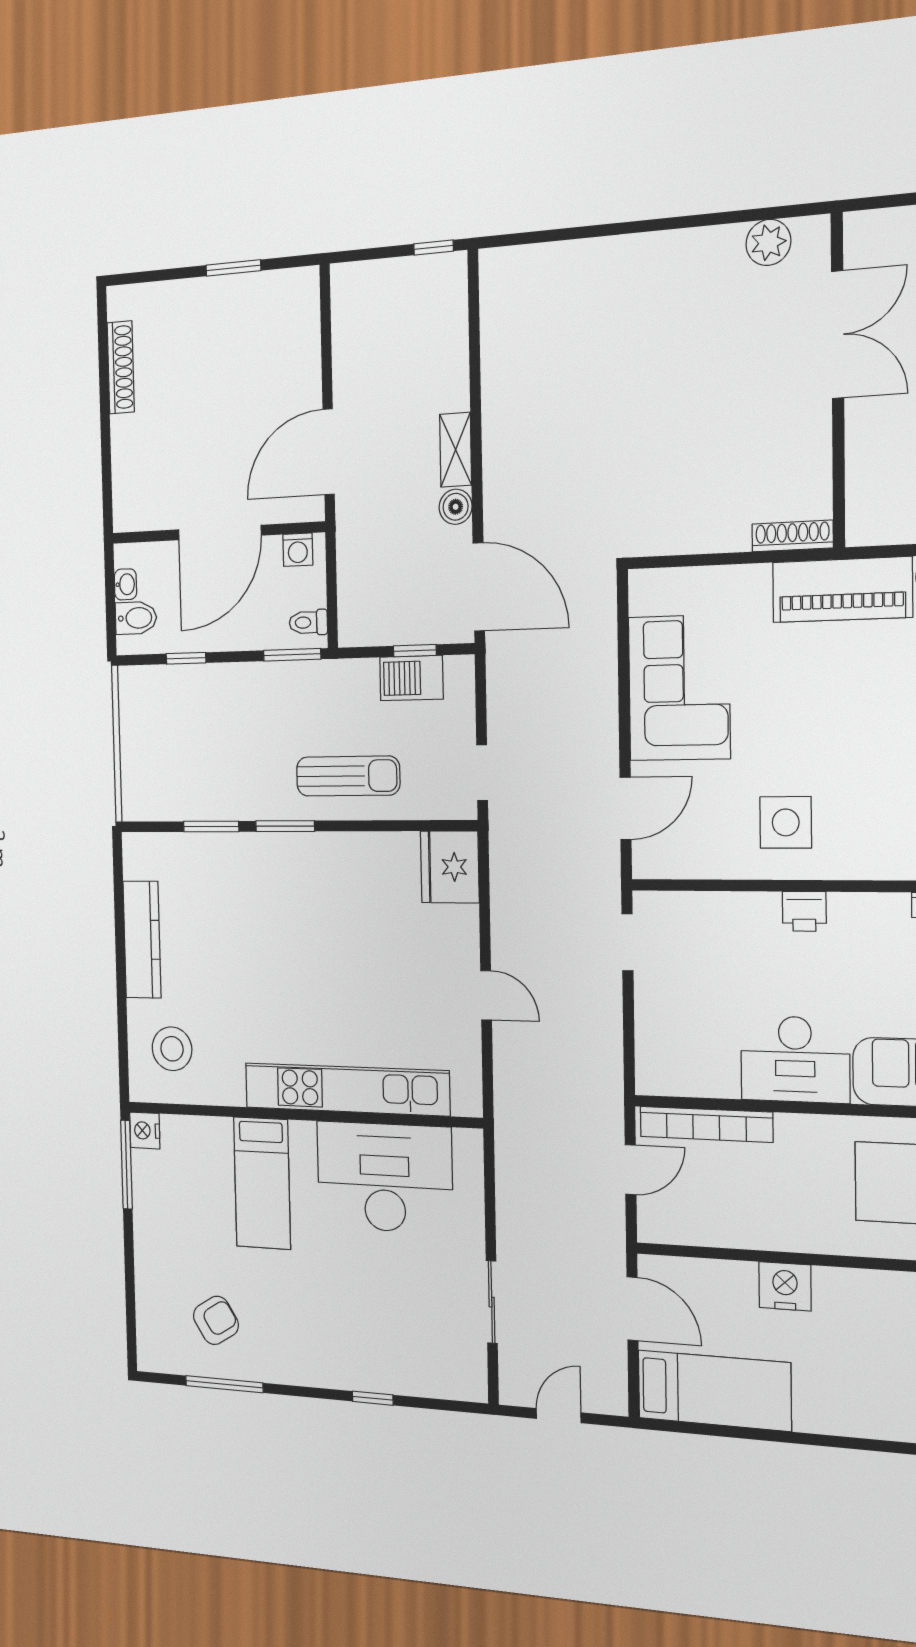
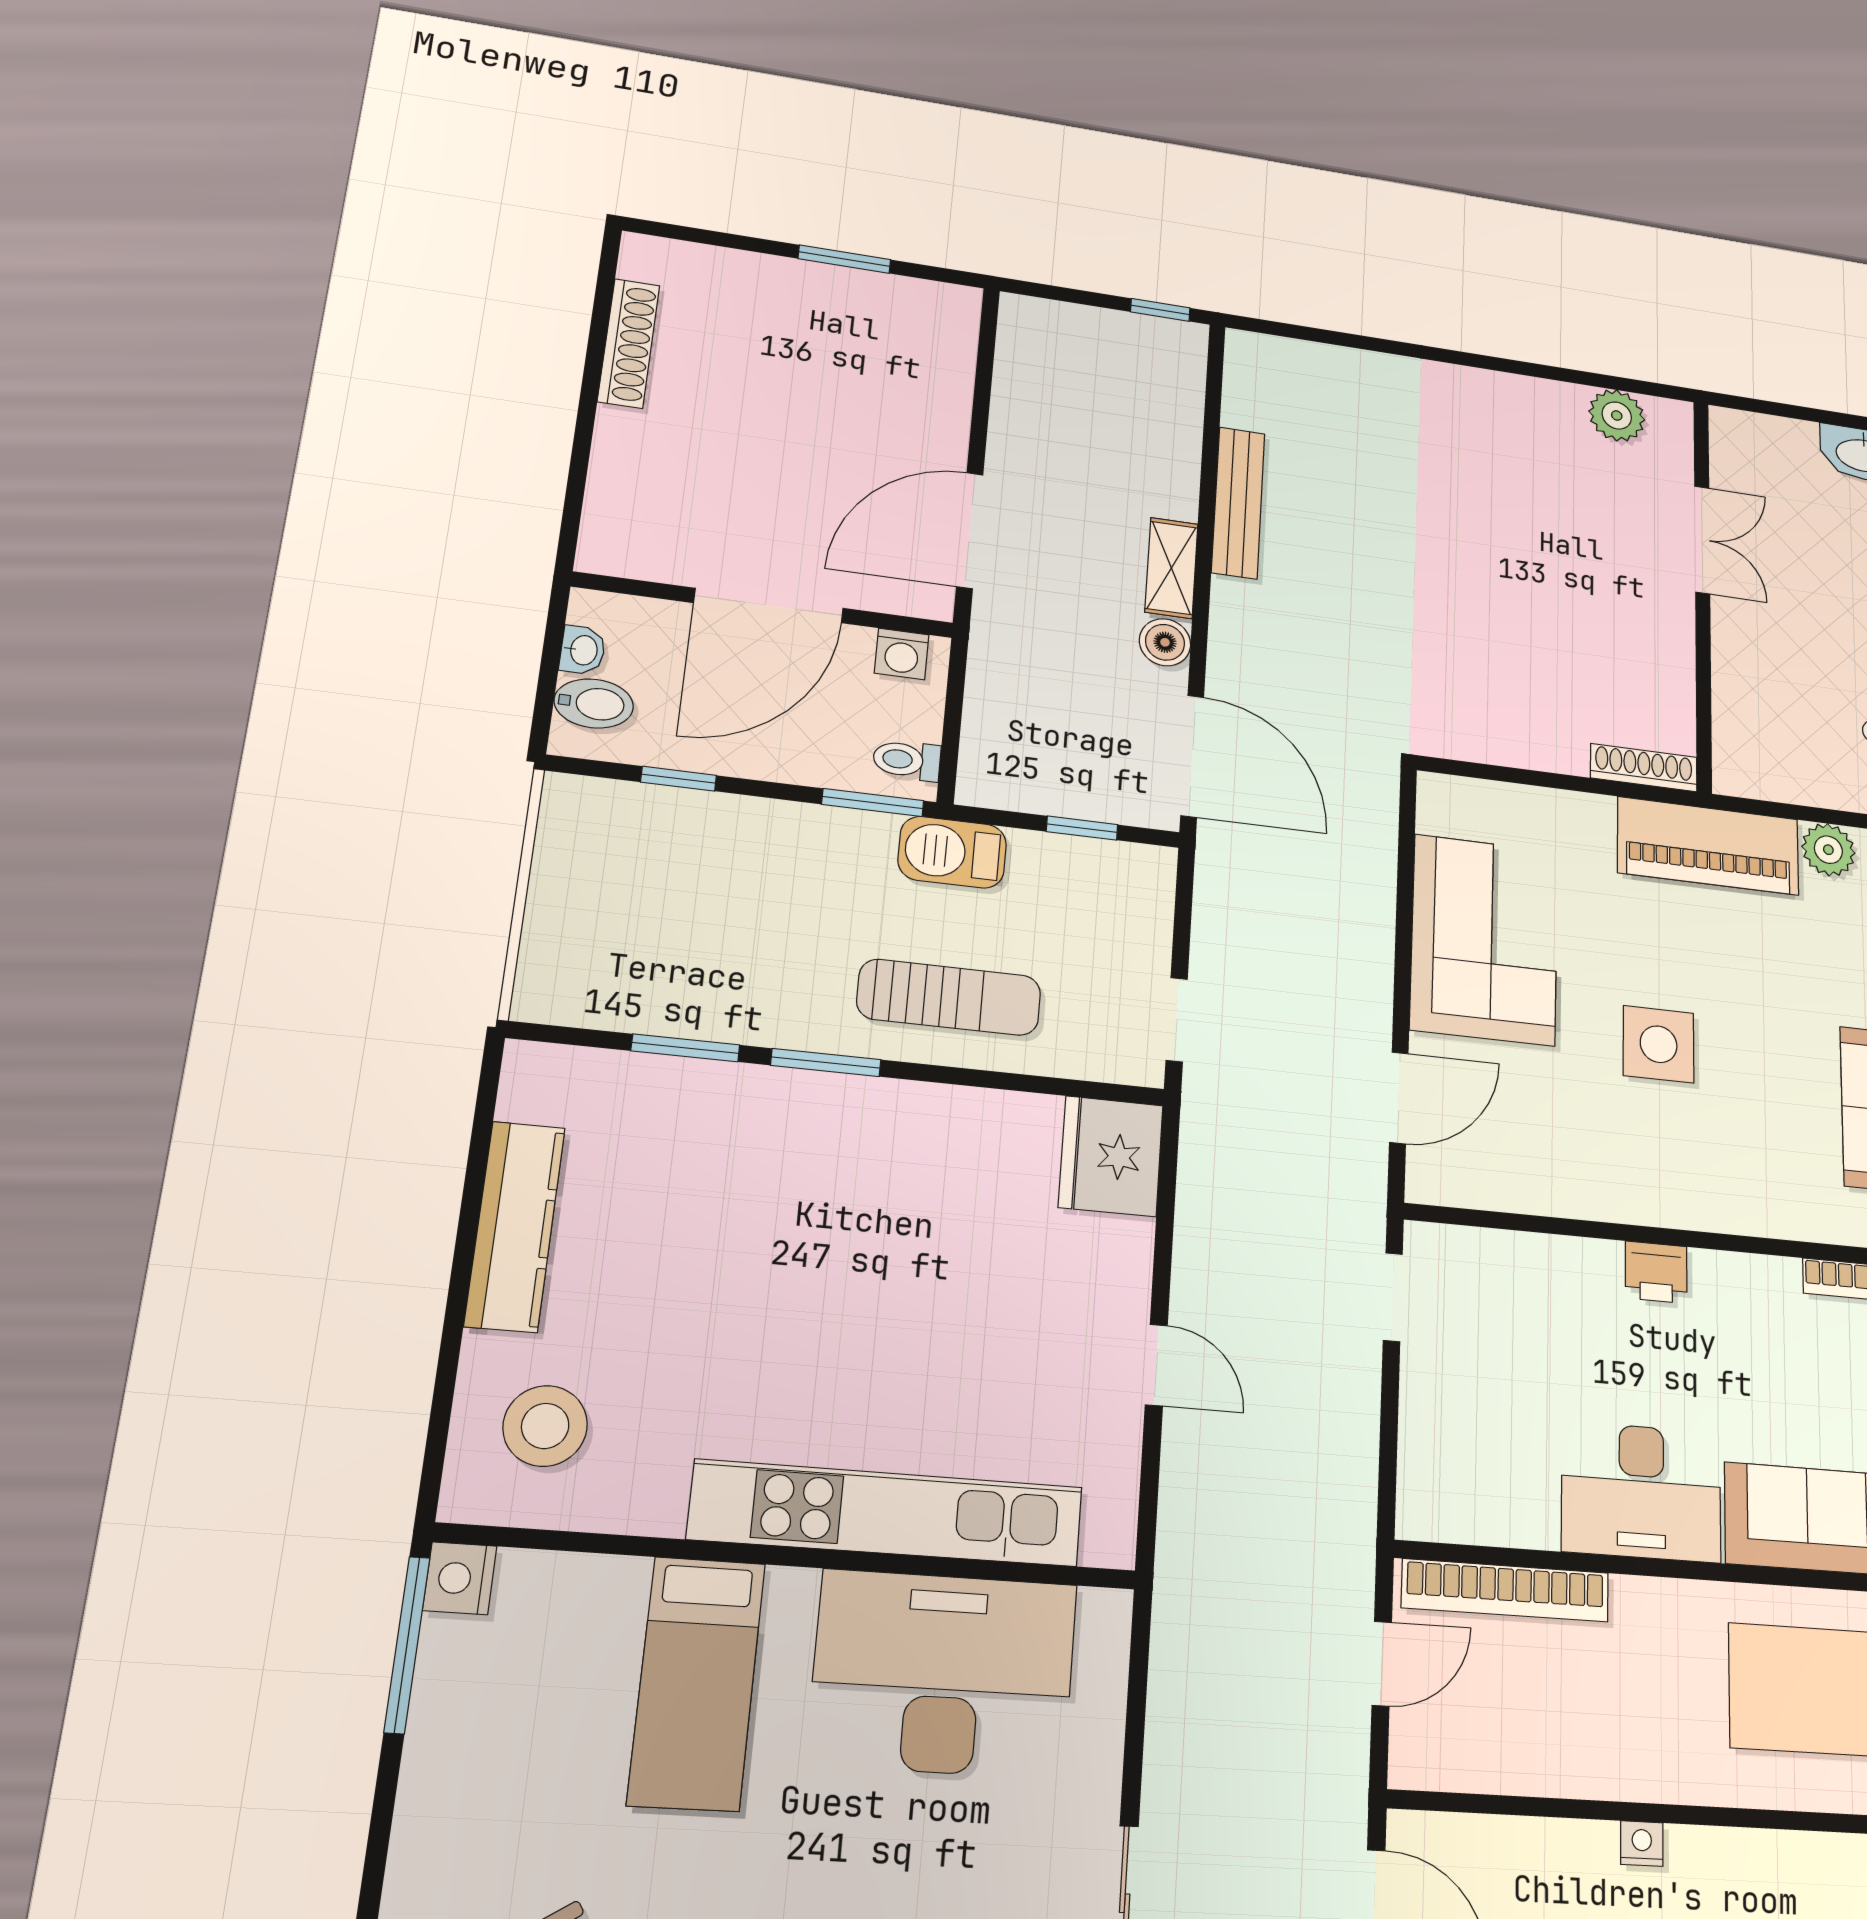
double door: (838, 335) -> (1702, 540), width x0.73
bench: (496, 388) -> (1238, 503), added
barbecue: (411, 678) -> (952, 852), moved
side table: (786, 822) -> (1659, 1044), moved
nightstand: (785, 1286) -> (1642, 1844), width x0.53, depth x0.56

